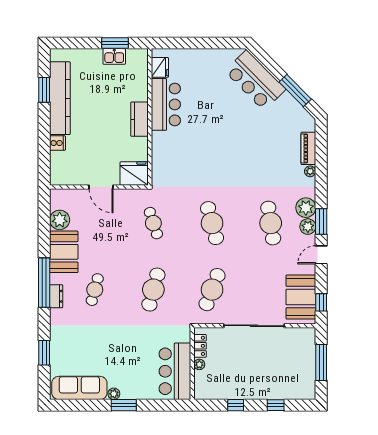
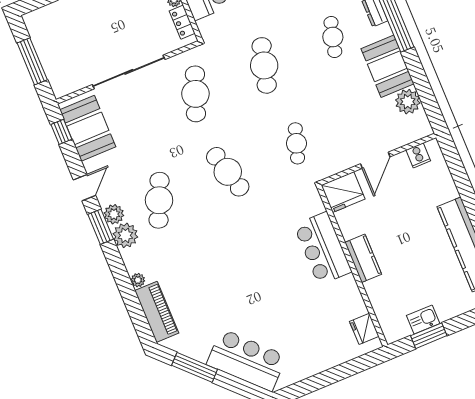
bar counter: (166, 104) -> (323, 248), moved
cooker: (58, 143) -> (418, 155), moved, turned -90
piano: (308, 148) -> (157, 312), width x1.37, depth x1.33
door: (101, 187) -> (375, 160), swing flipped
cafe table: (153, 223) -> (296, 143), turned 36
cafe table: (271, 223) -> (159, 200), turned 33

